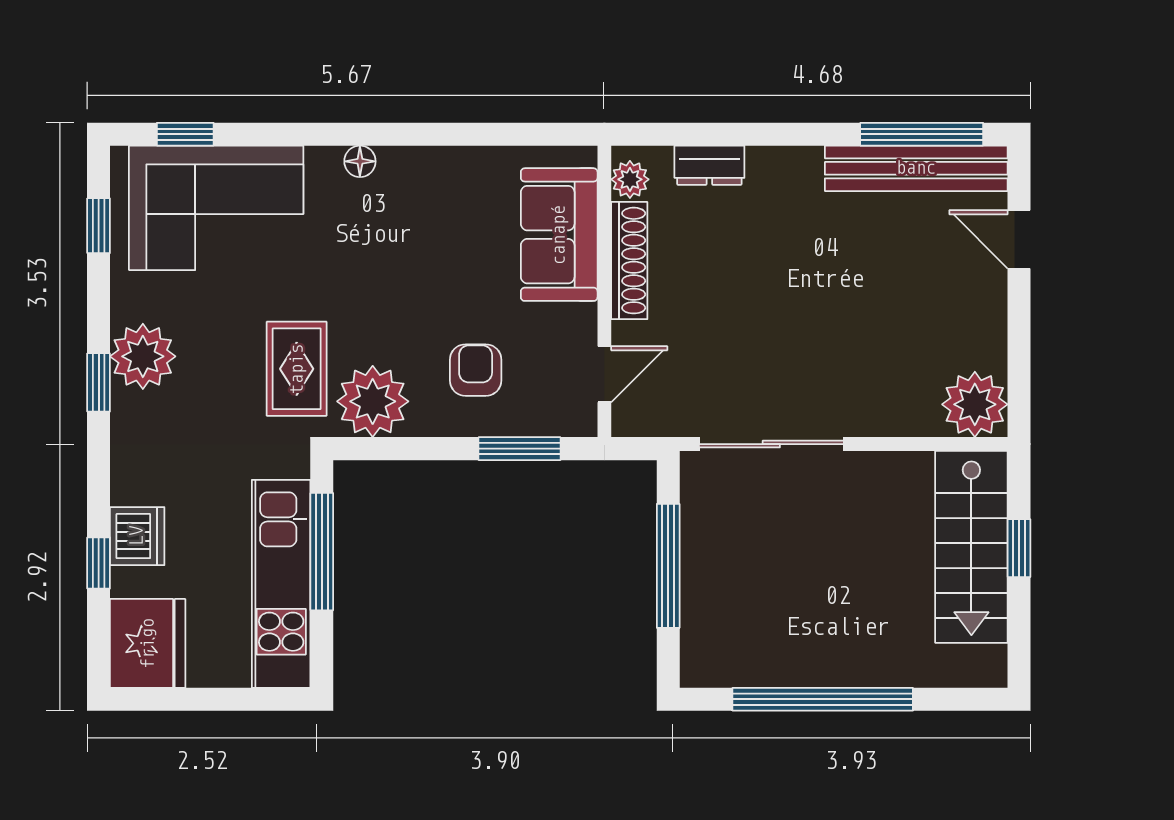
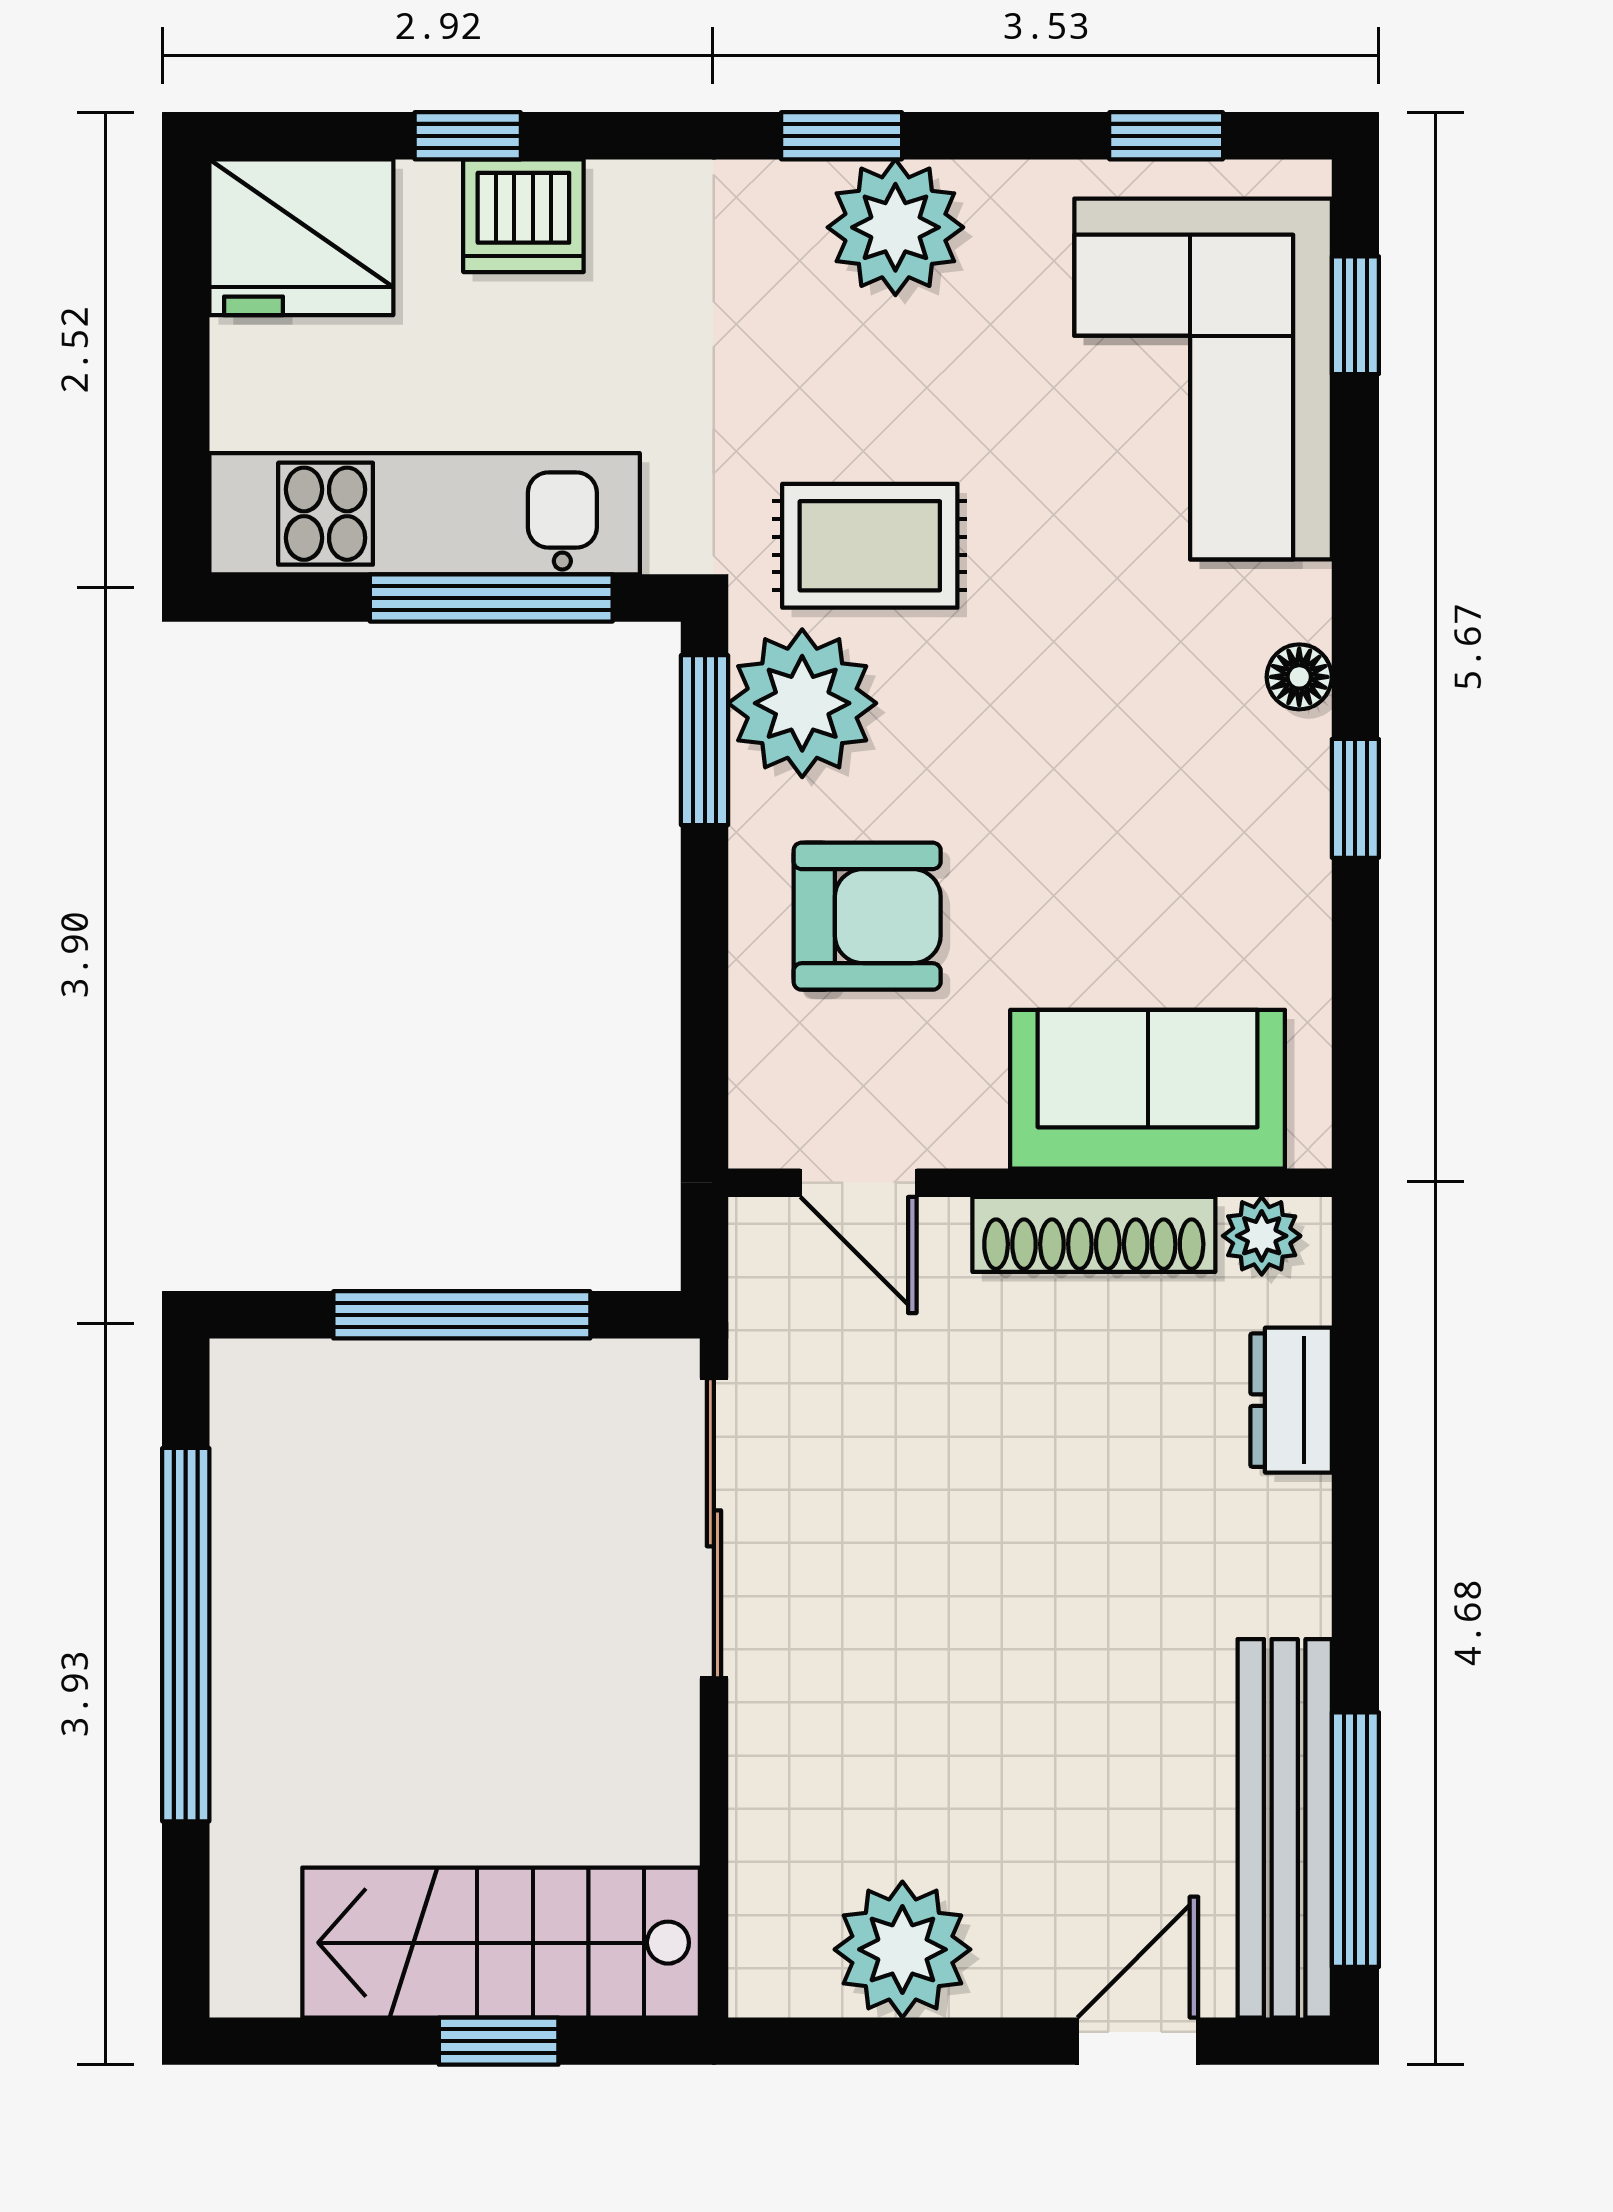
window: (419, 134) -> (1355, 798), added
armchair: (476, 370) -> (867, 916), width x1.38, depth x1.38
plant: (975, 404) -> (902, 1949), moved
window: (520, 449) -> (705, 740), moved

